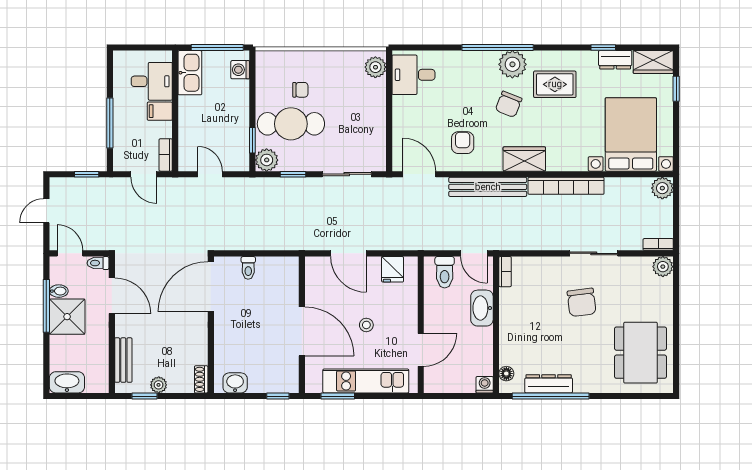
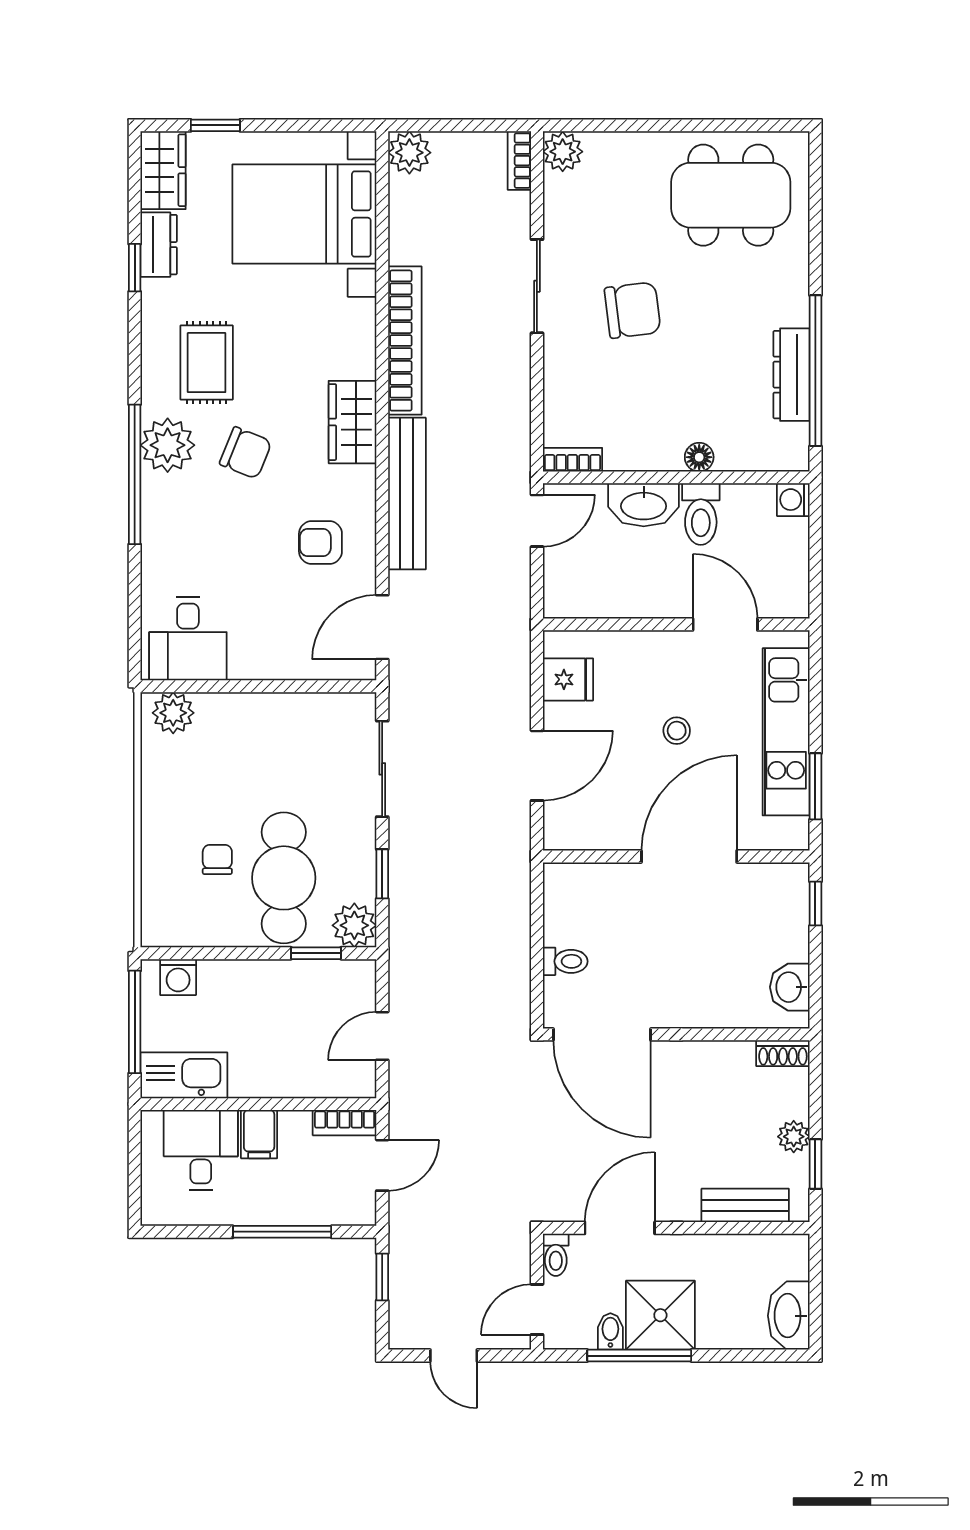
toilet: (445, 272) -> (701, 514), moved, turned 90
floor lamp: (506, 374) -> (699, 457), moved

